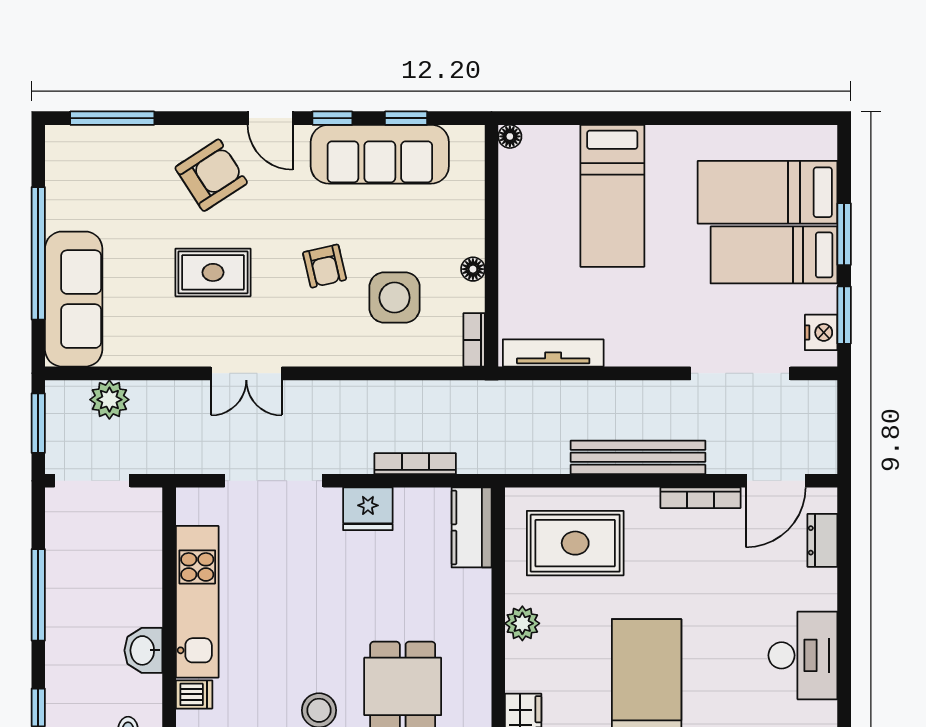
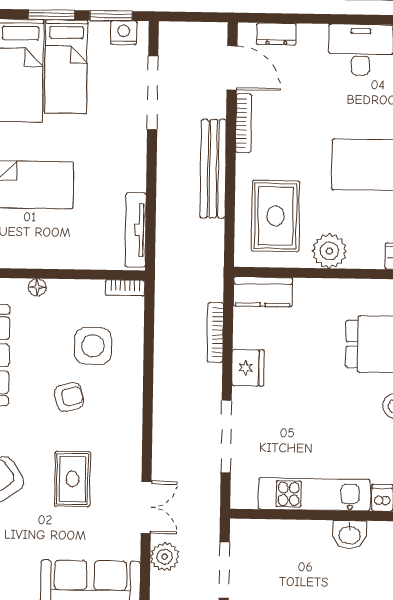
floor lamp: (473, 269) -> (37, 287), moved
double door: (246, 373) -> (146, 507), moved
plant: (522, 623) -> (329, 251), width x1.36, depth x1.36

